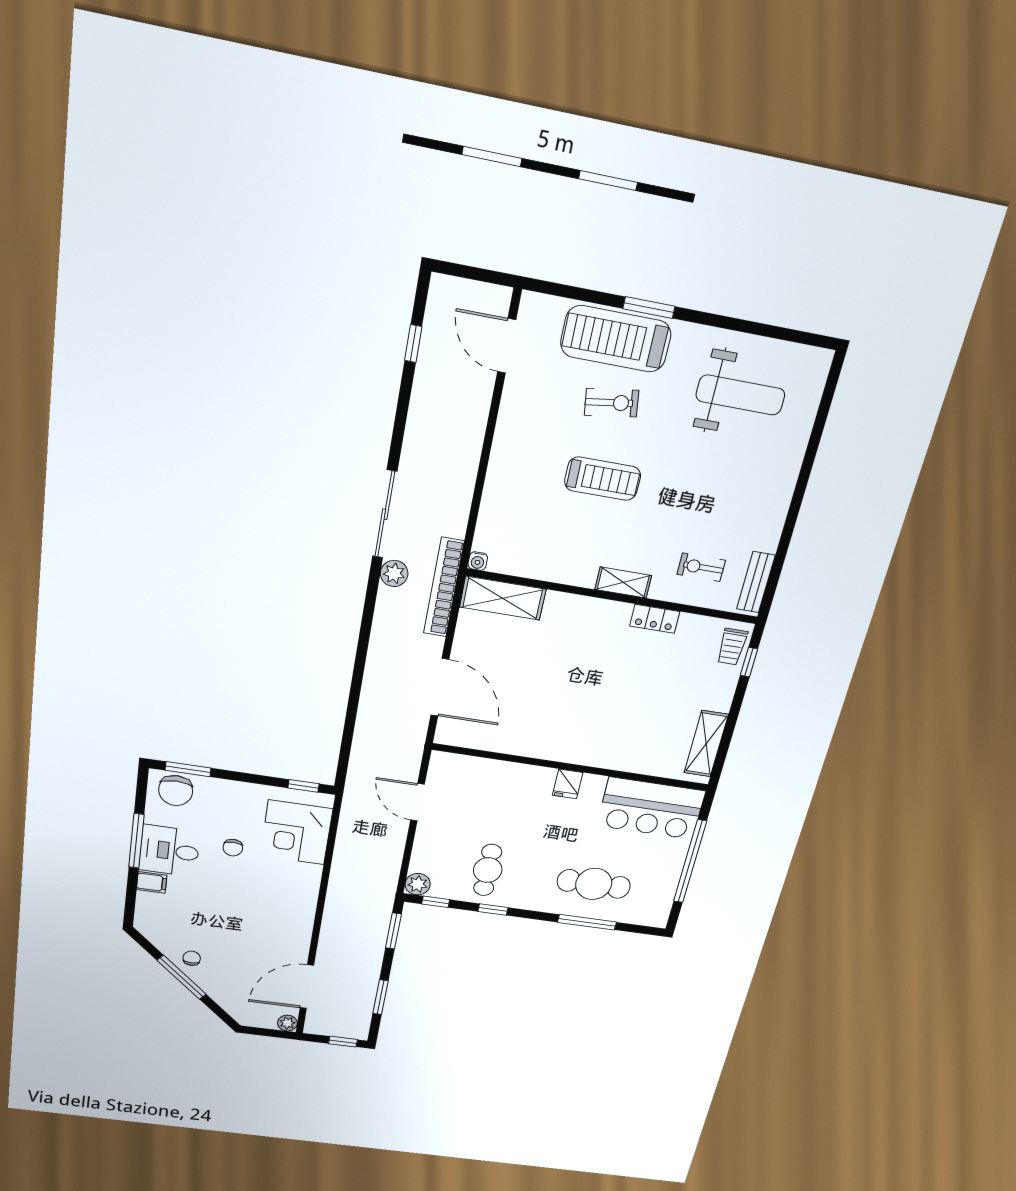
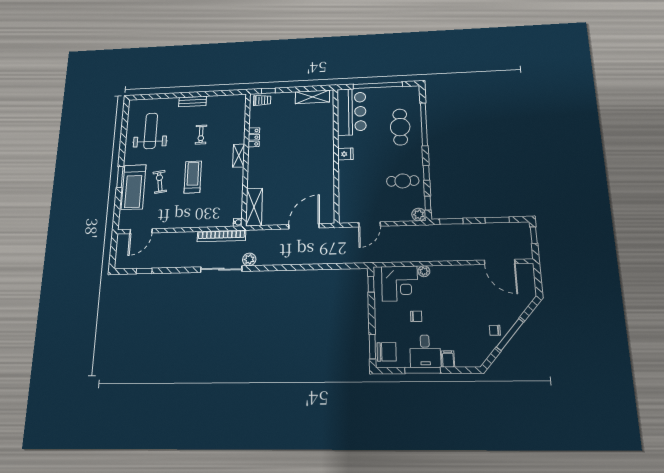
exercise bike: (701, 567) -> (201, 135), moved
bench: (756, 582) -> (192, 101), moved
bookcase: (444, 587) -> (221, 236), moved
window: (587, 922) -> (424, 124), width x1.46
plant: (287, 1023) -> (424, 271), moved

